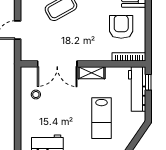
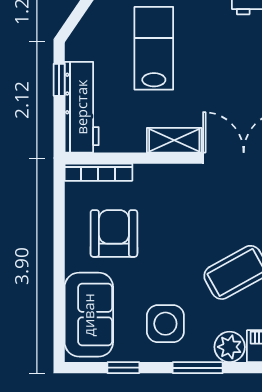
armchair: (121, 27) -> (114, 233), turned 180
window: (148, 82) -> (59, 80), moved

